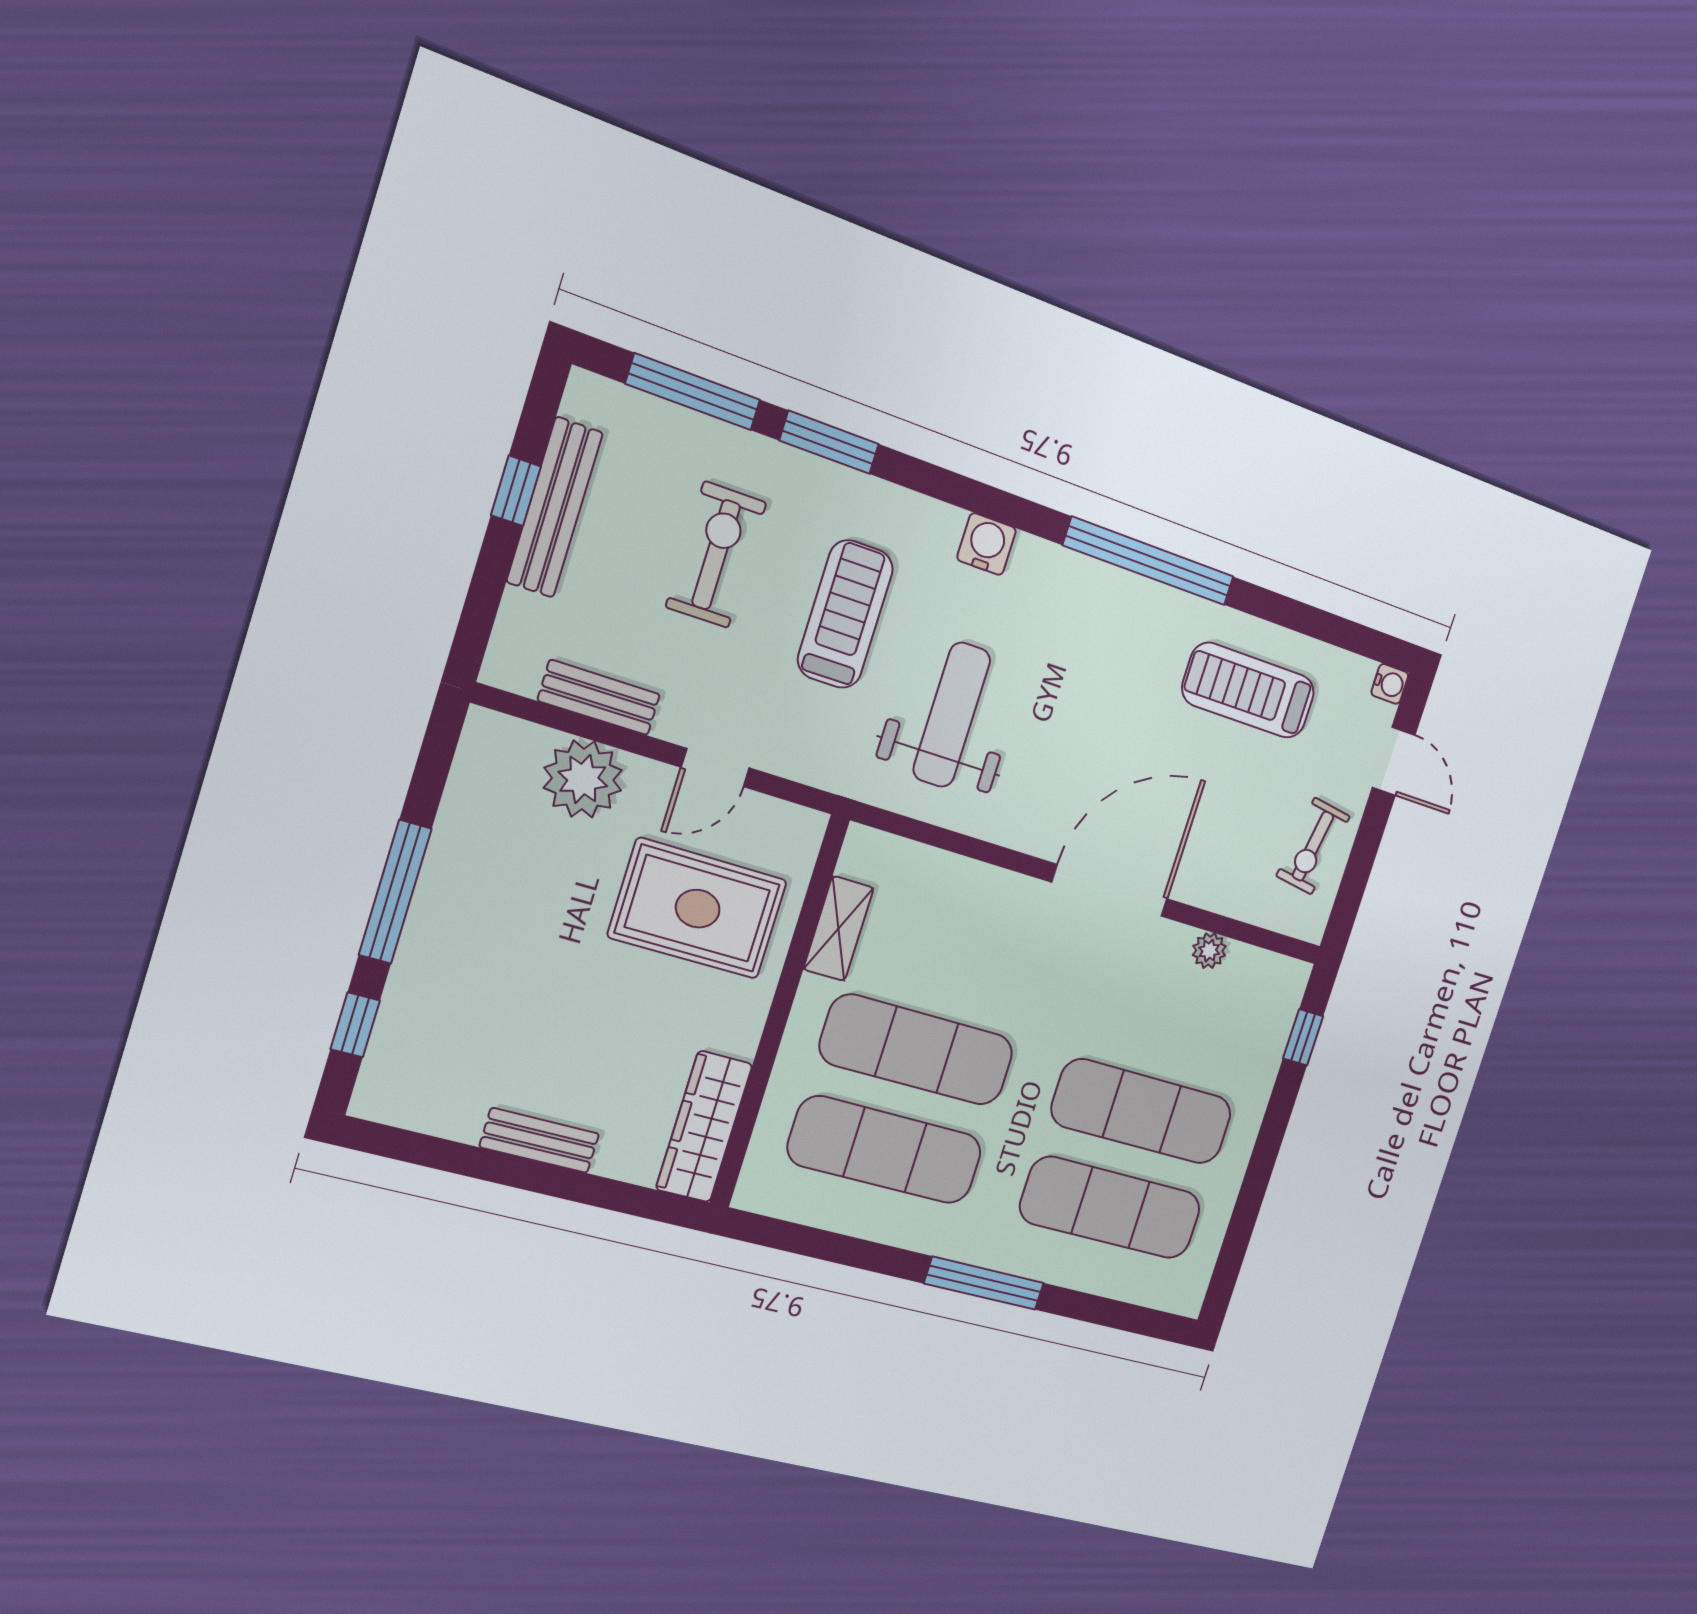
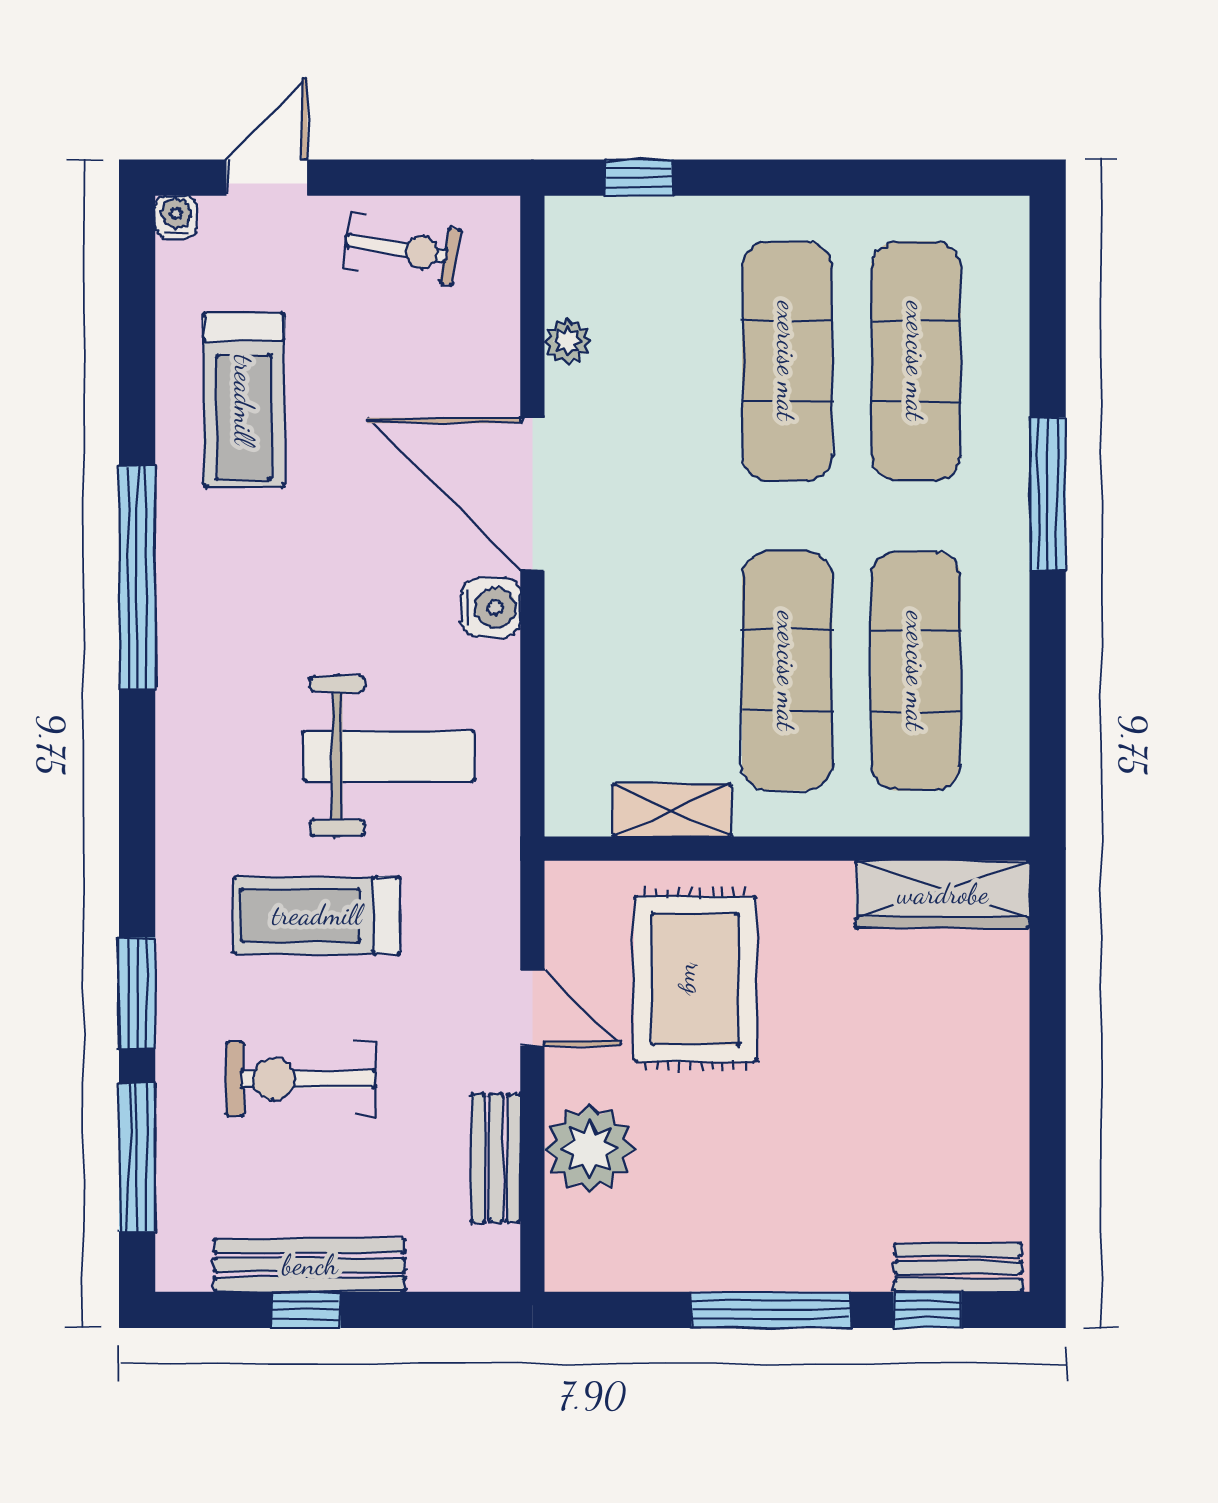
water cooler: (986, 544) -> (491, 608), moved, turned 180
weight bench: (952, 715) -> (389, 756), turned 180
bench: (539, 1140) -> (958, 1267), moved, turned 90

